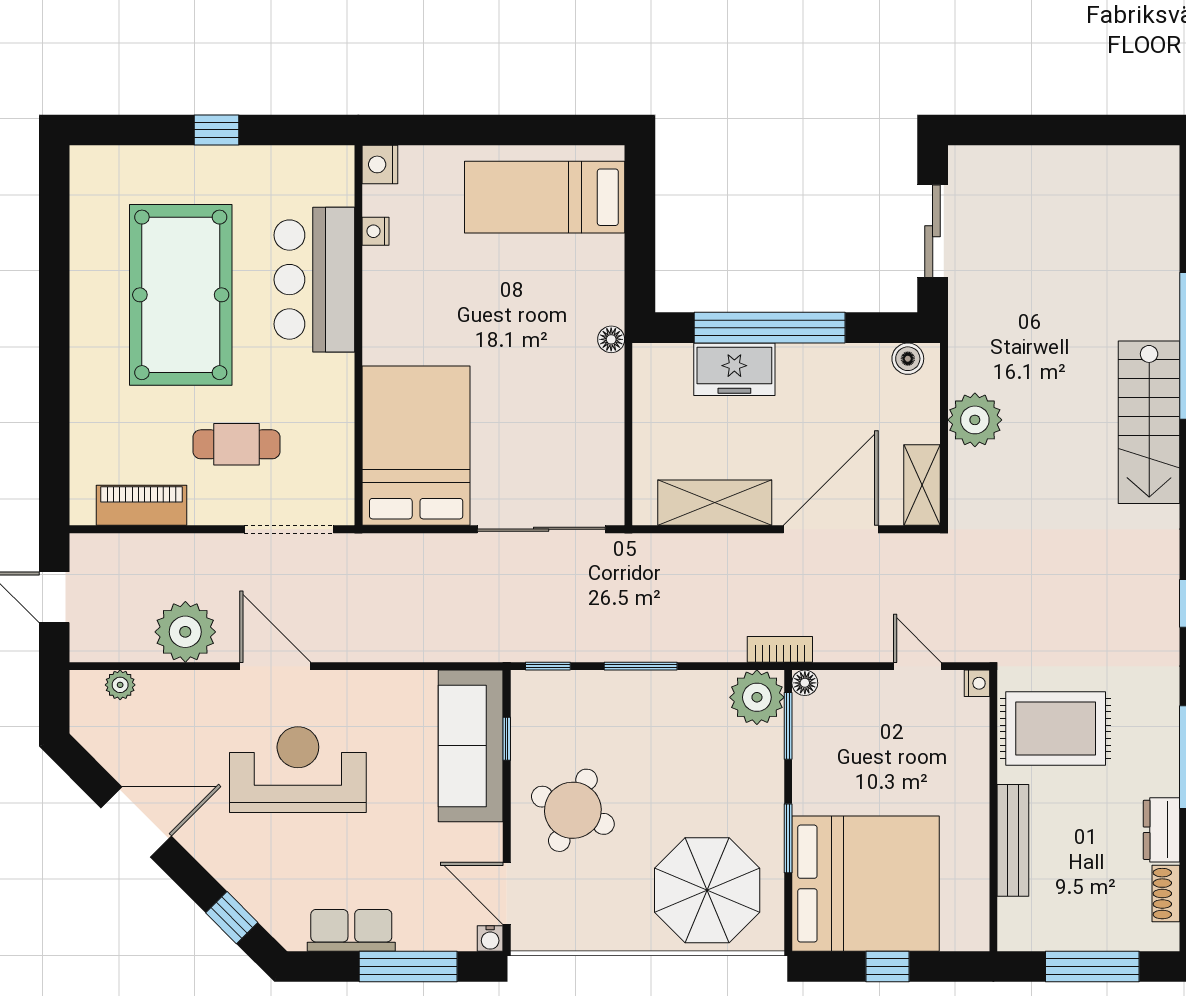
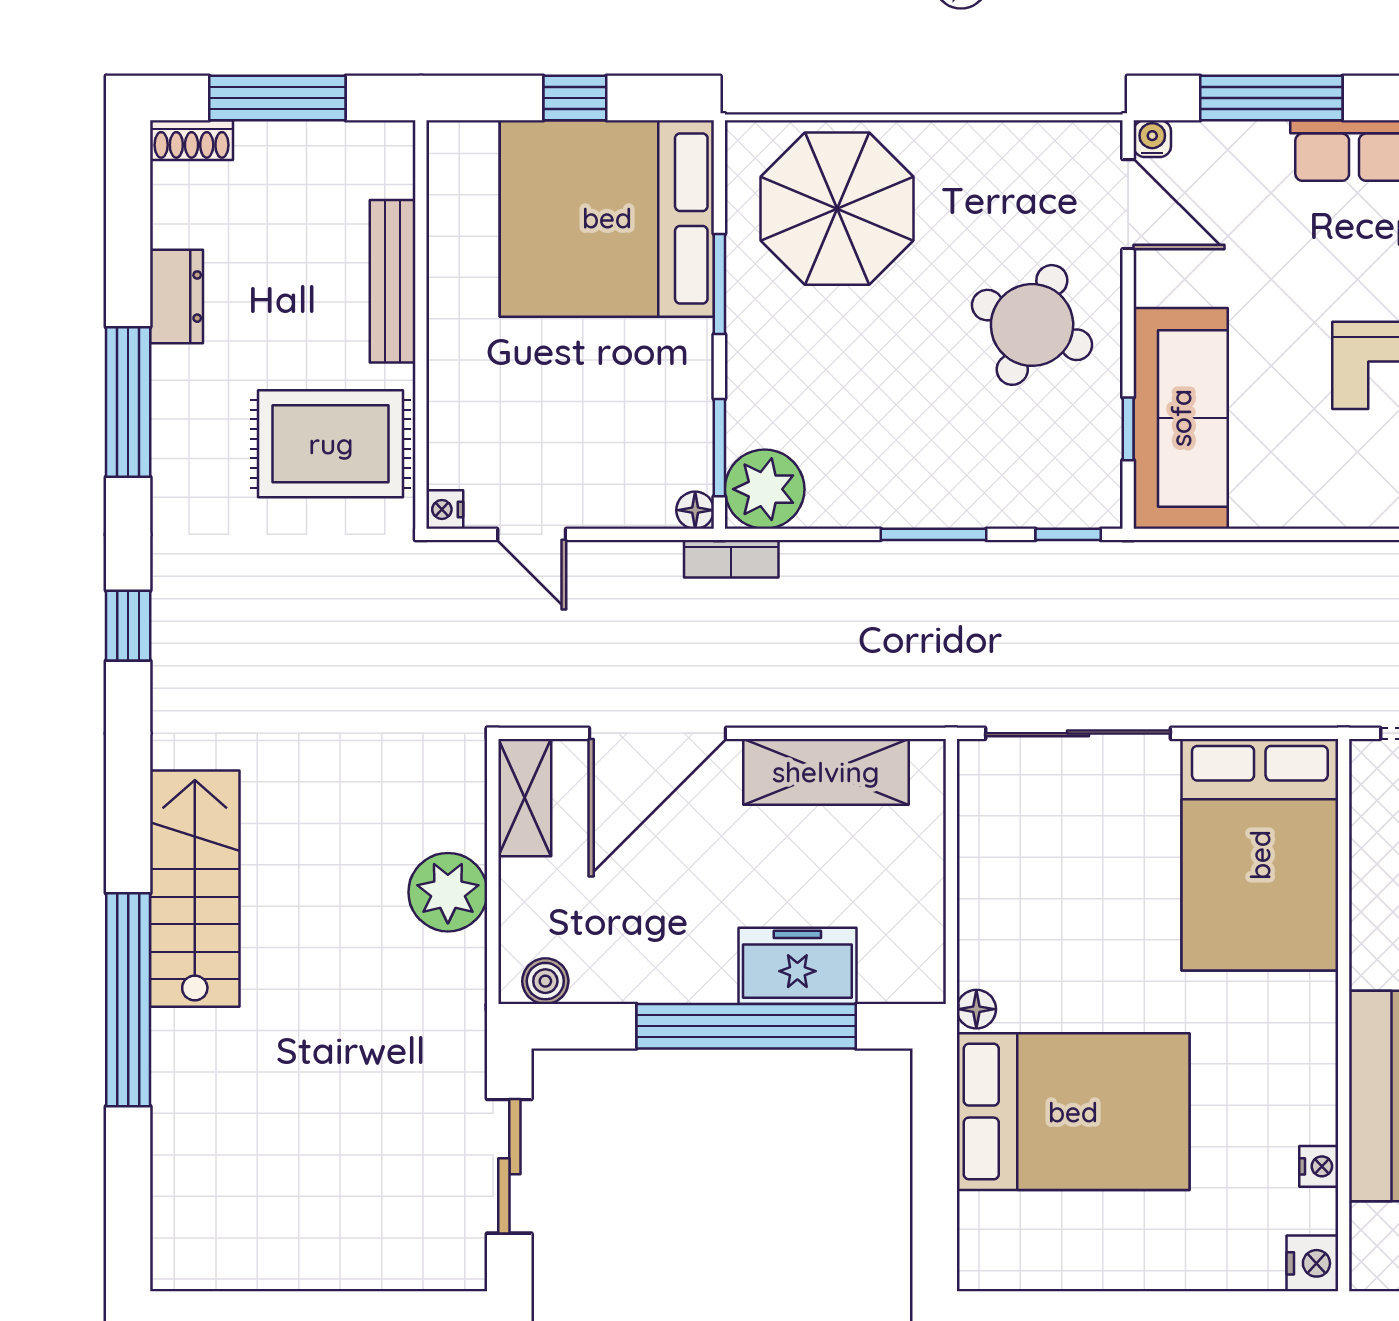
bed: (545, 197) -> (1073, 1112), moved, width x1.50
shoe rack: (1166, 894) -> (192, 140), moved, turned 90

